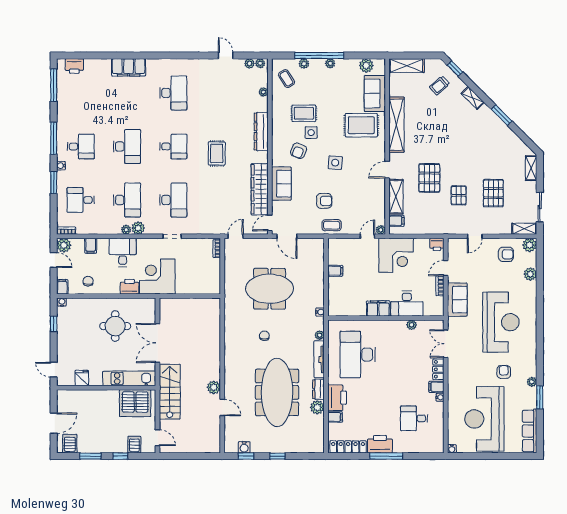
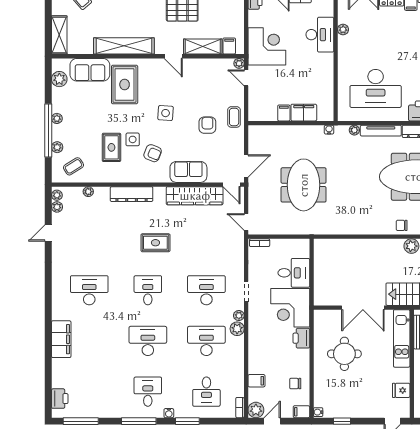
plant: (126, 230) -> (239, 315), moved
desk: (123, 252) -> (294, 273), moved, turned 180
filing cabinet: (378, 308) -> (304, 113), moved, turned 90
chair: (264, 336) -> (402, 225), moved

